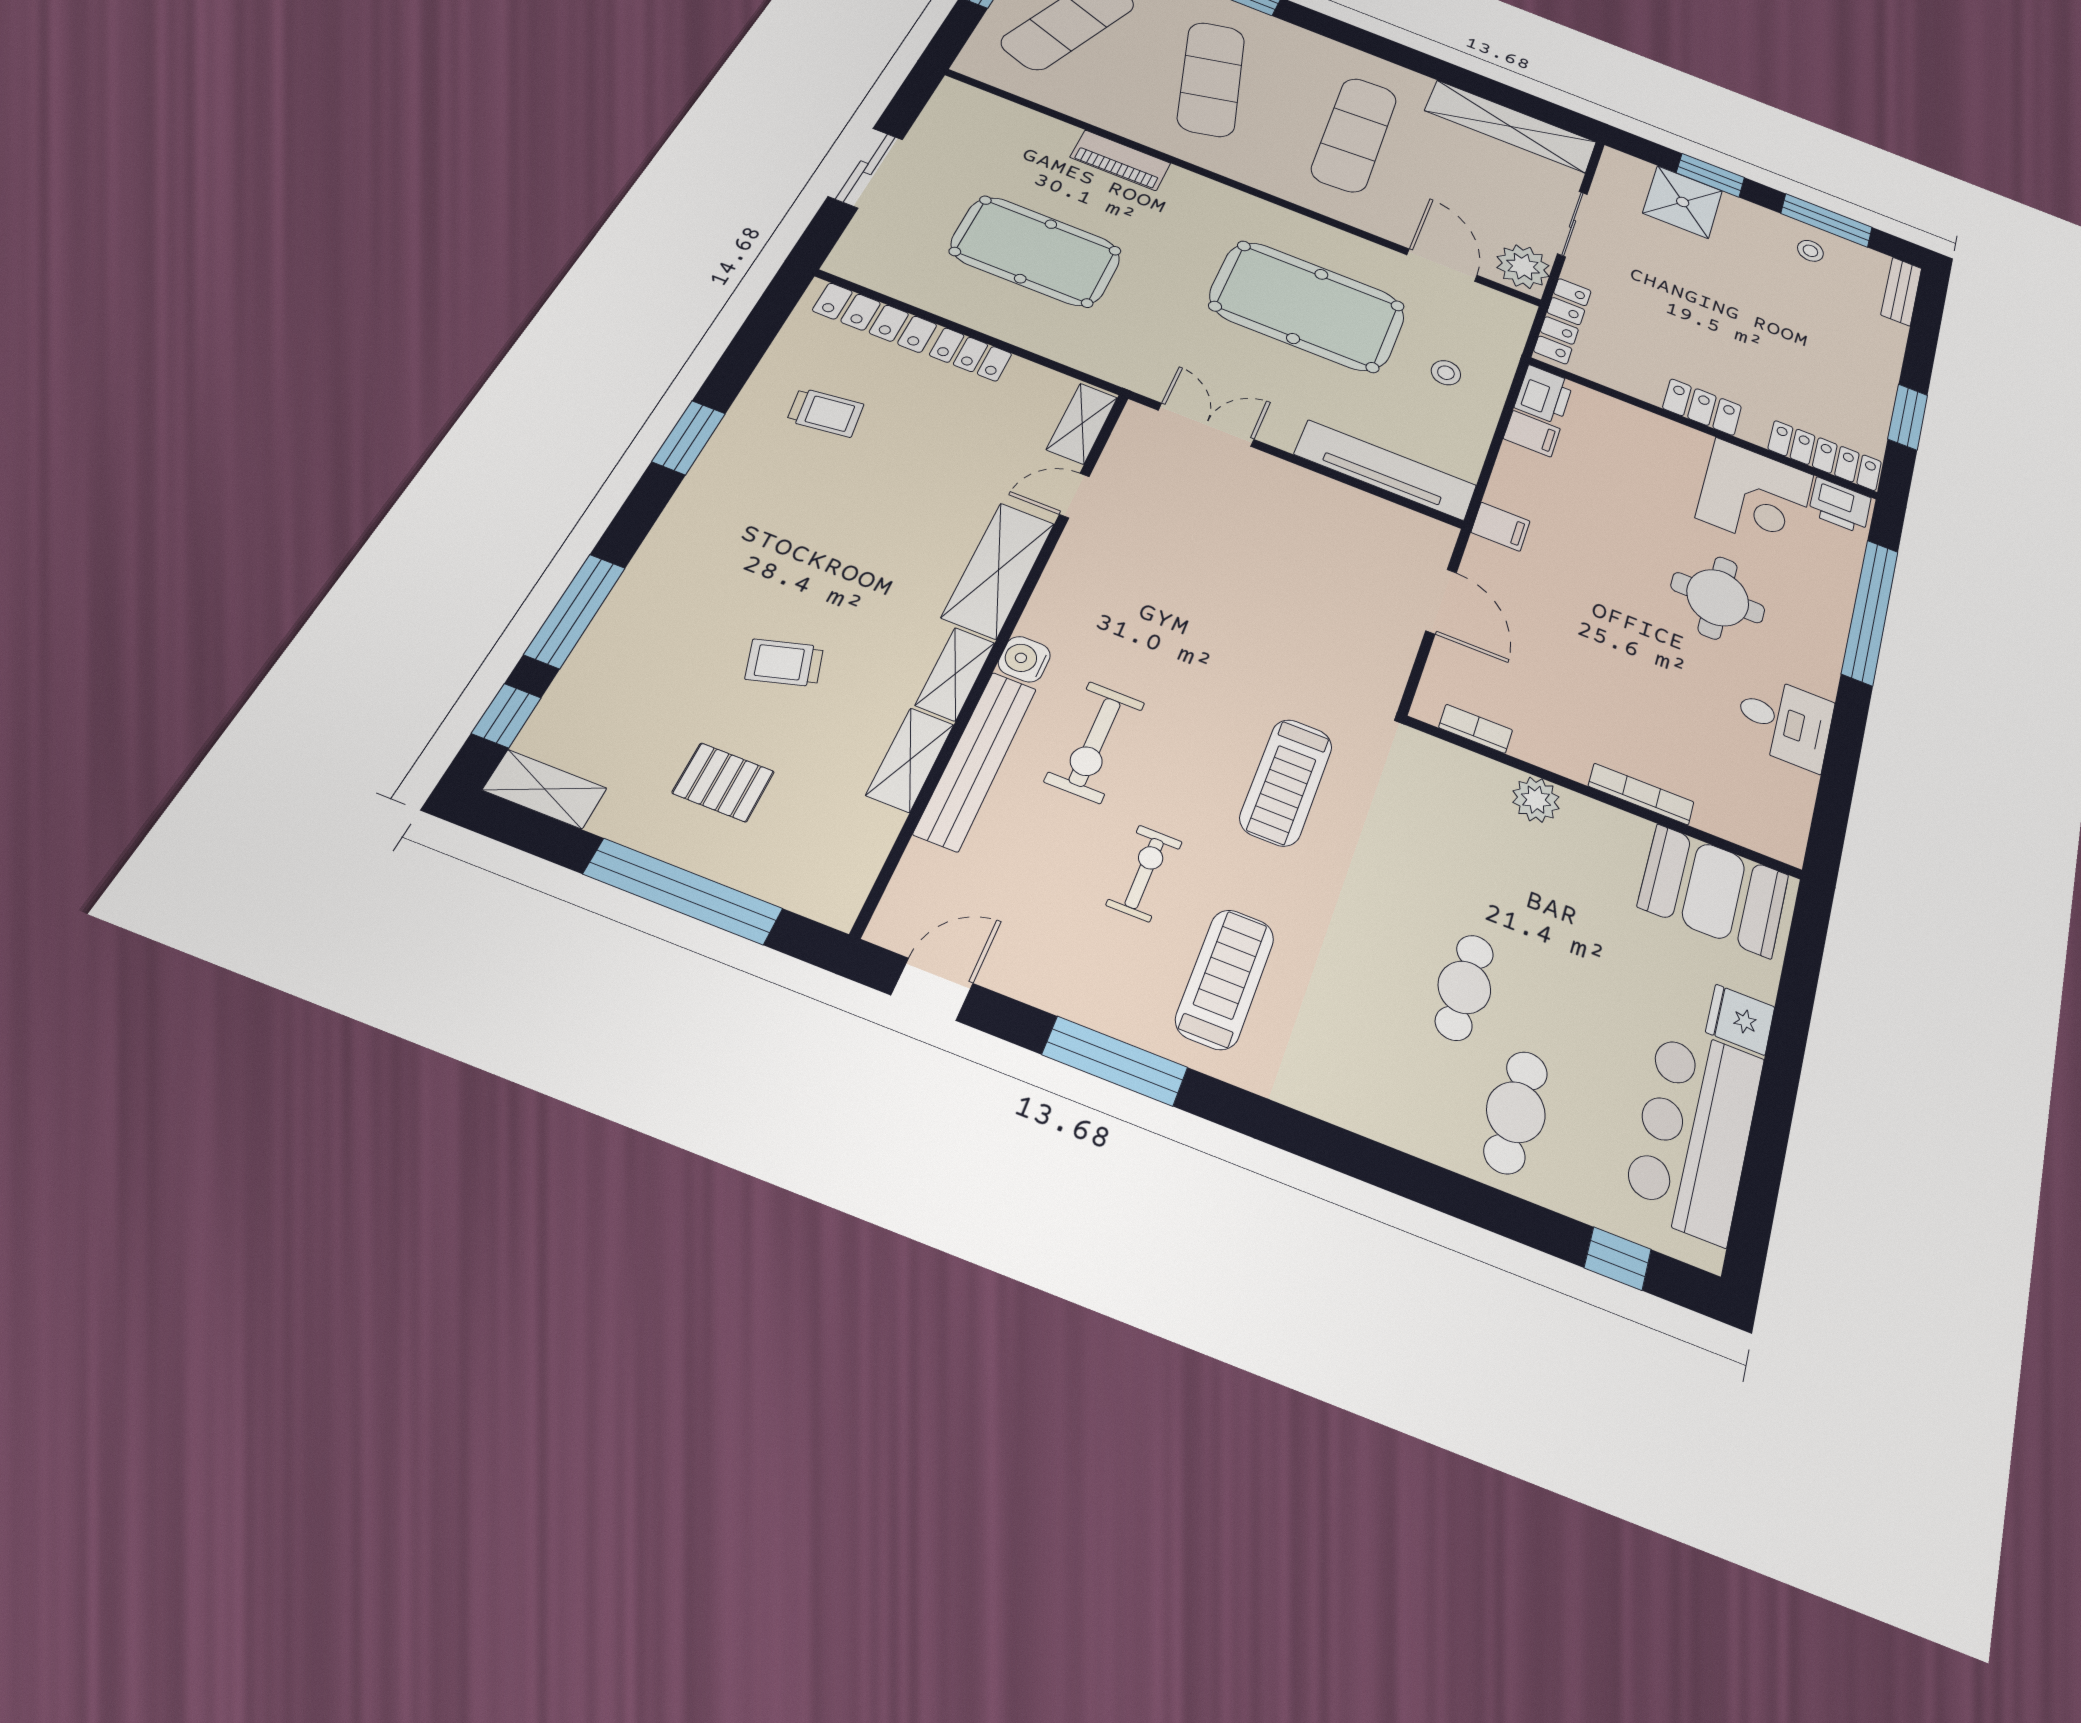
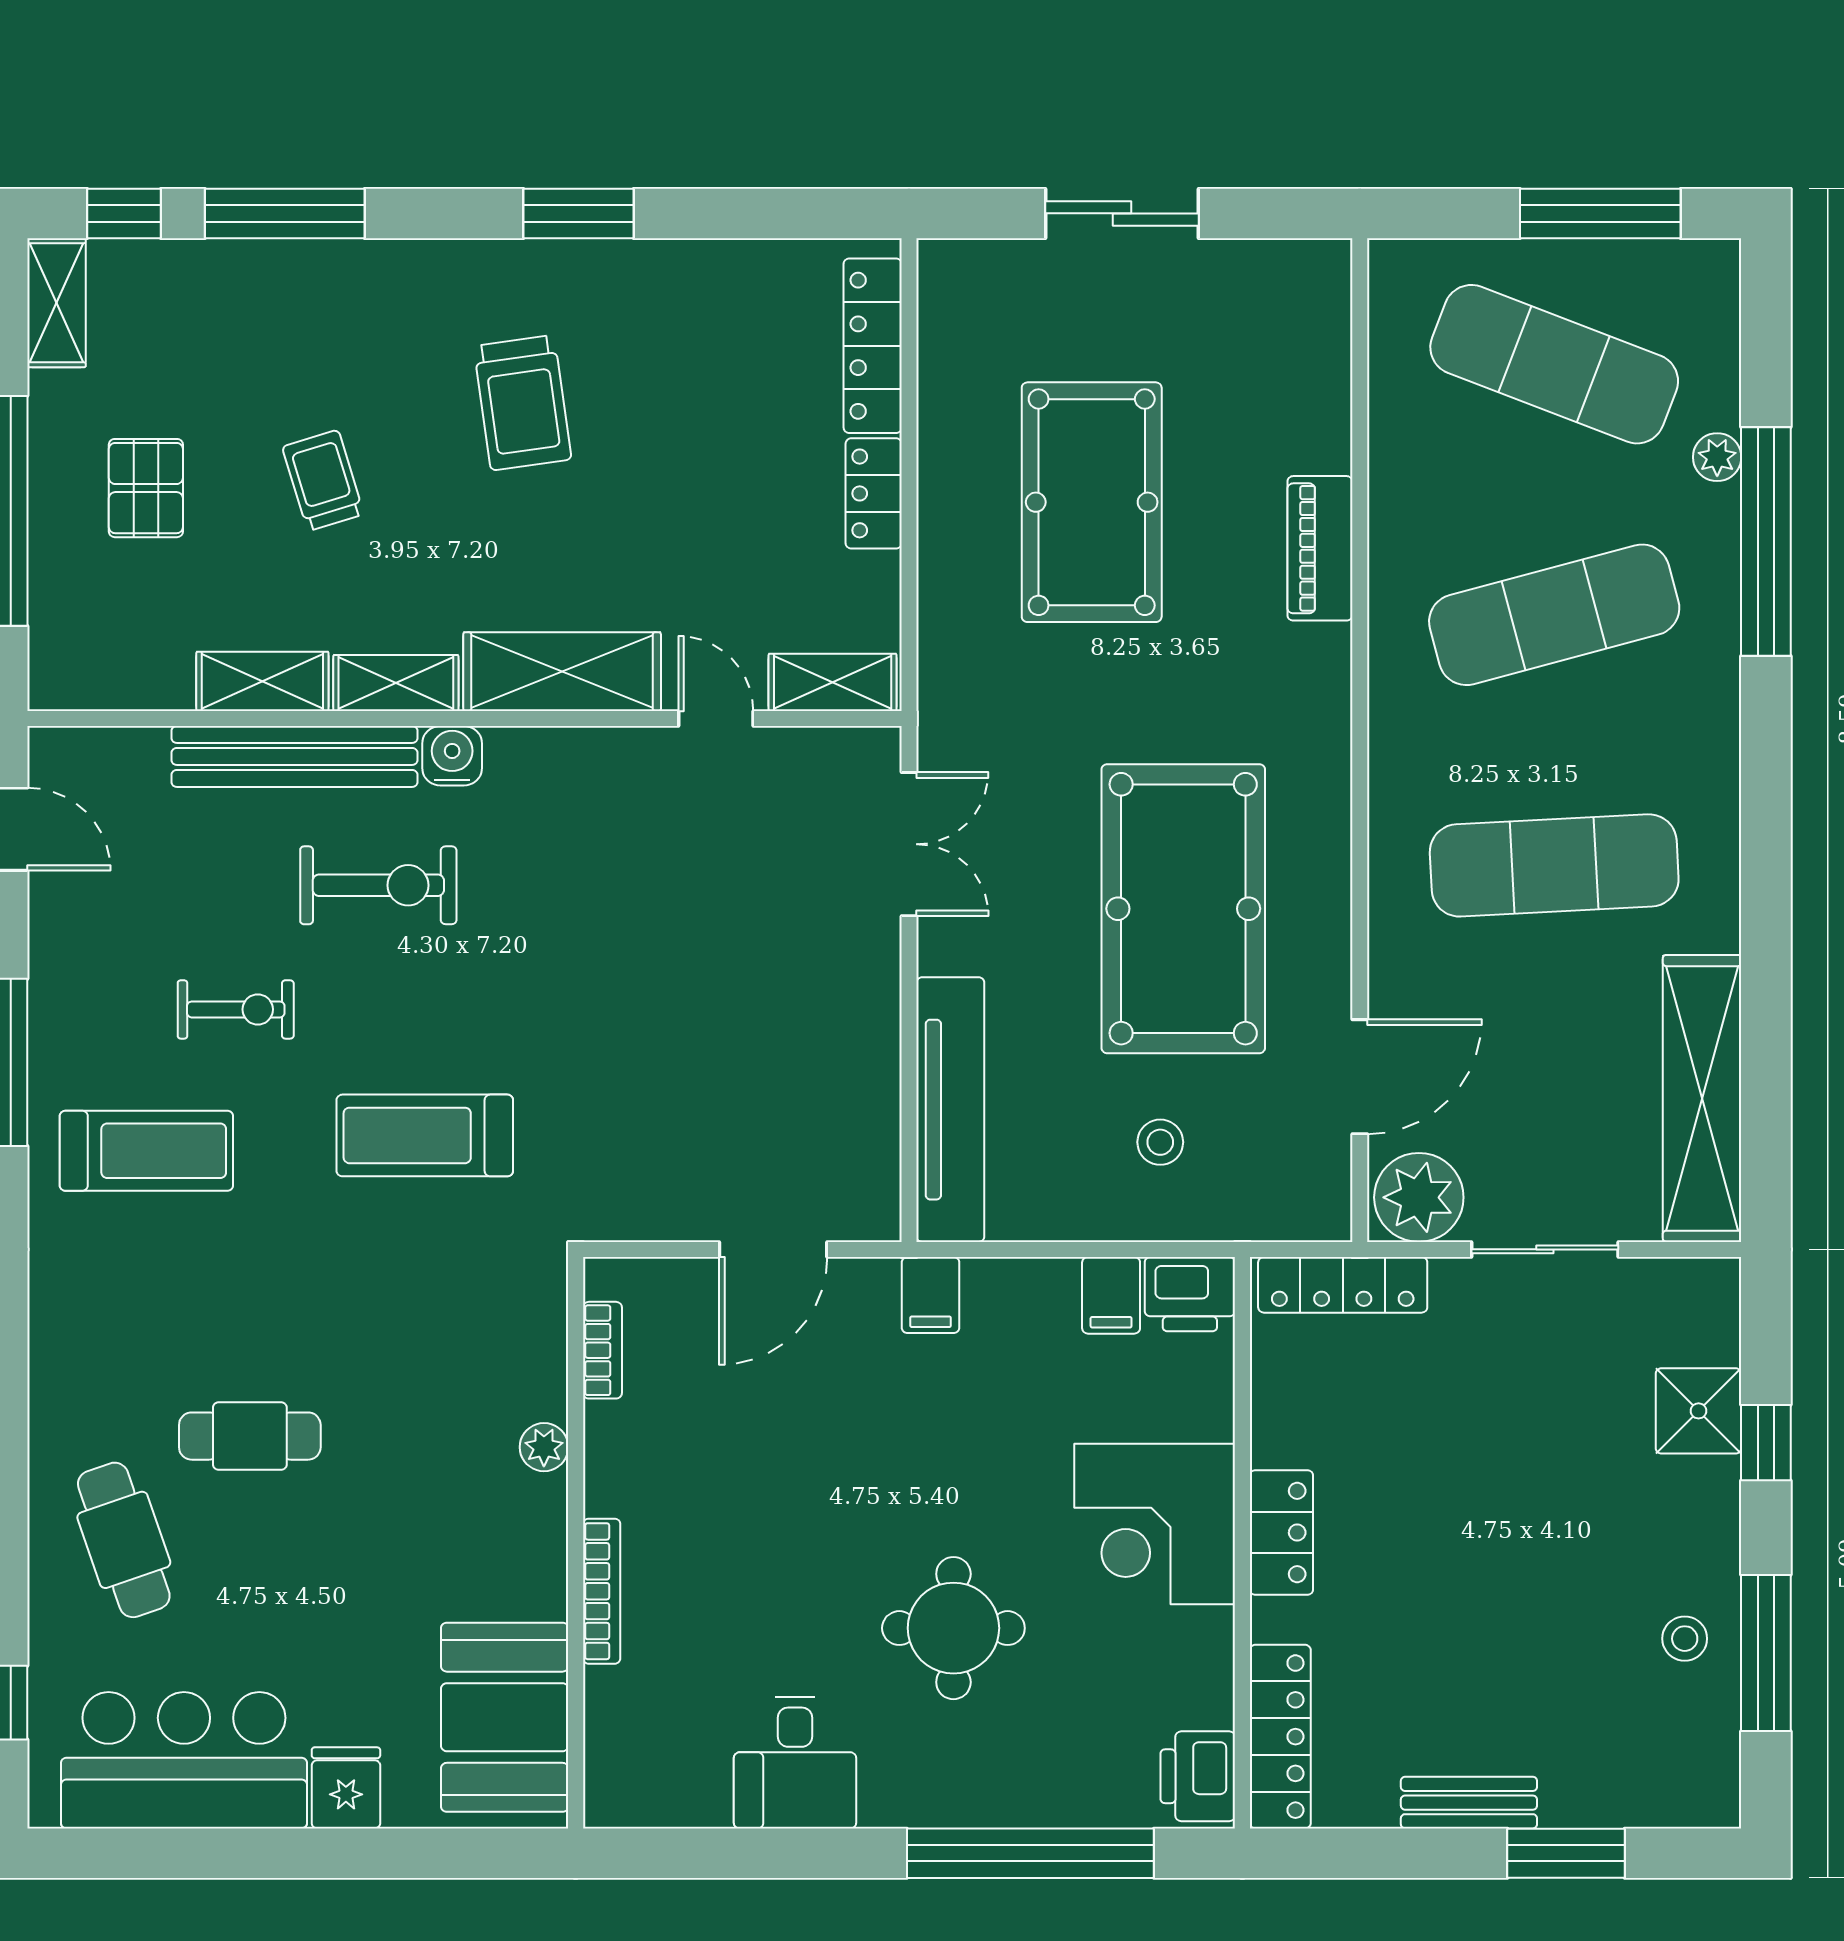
window: (1710, 175) -> (1766, 1443), width x0.67
shower: (1683, 202) -> (1699, 1411), width x0.73, depth x0.73
bench: (1901, 291) -> (1469, 1803), moved
trolley: (825, 412) -> (522, 403), moved, width x1.36, depth x1.39
window: (1908, 417) -> (1566, 1853), moved
corner desk: (1755, 496) -> (1155, 1524), moved
exercise bike: (1095, 742) -> (378, 885), turned 180
plant: (1536, 800) -> (544, 1447), width x0.73, depth x0.73
cafe table: (1516, 1112) -> (124, 1540), turned 71

